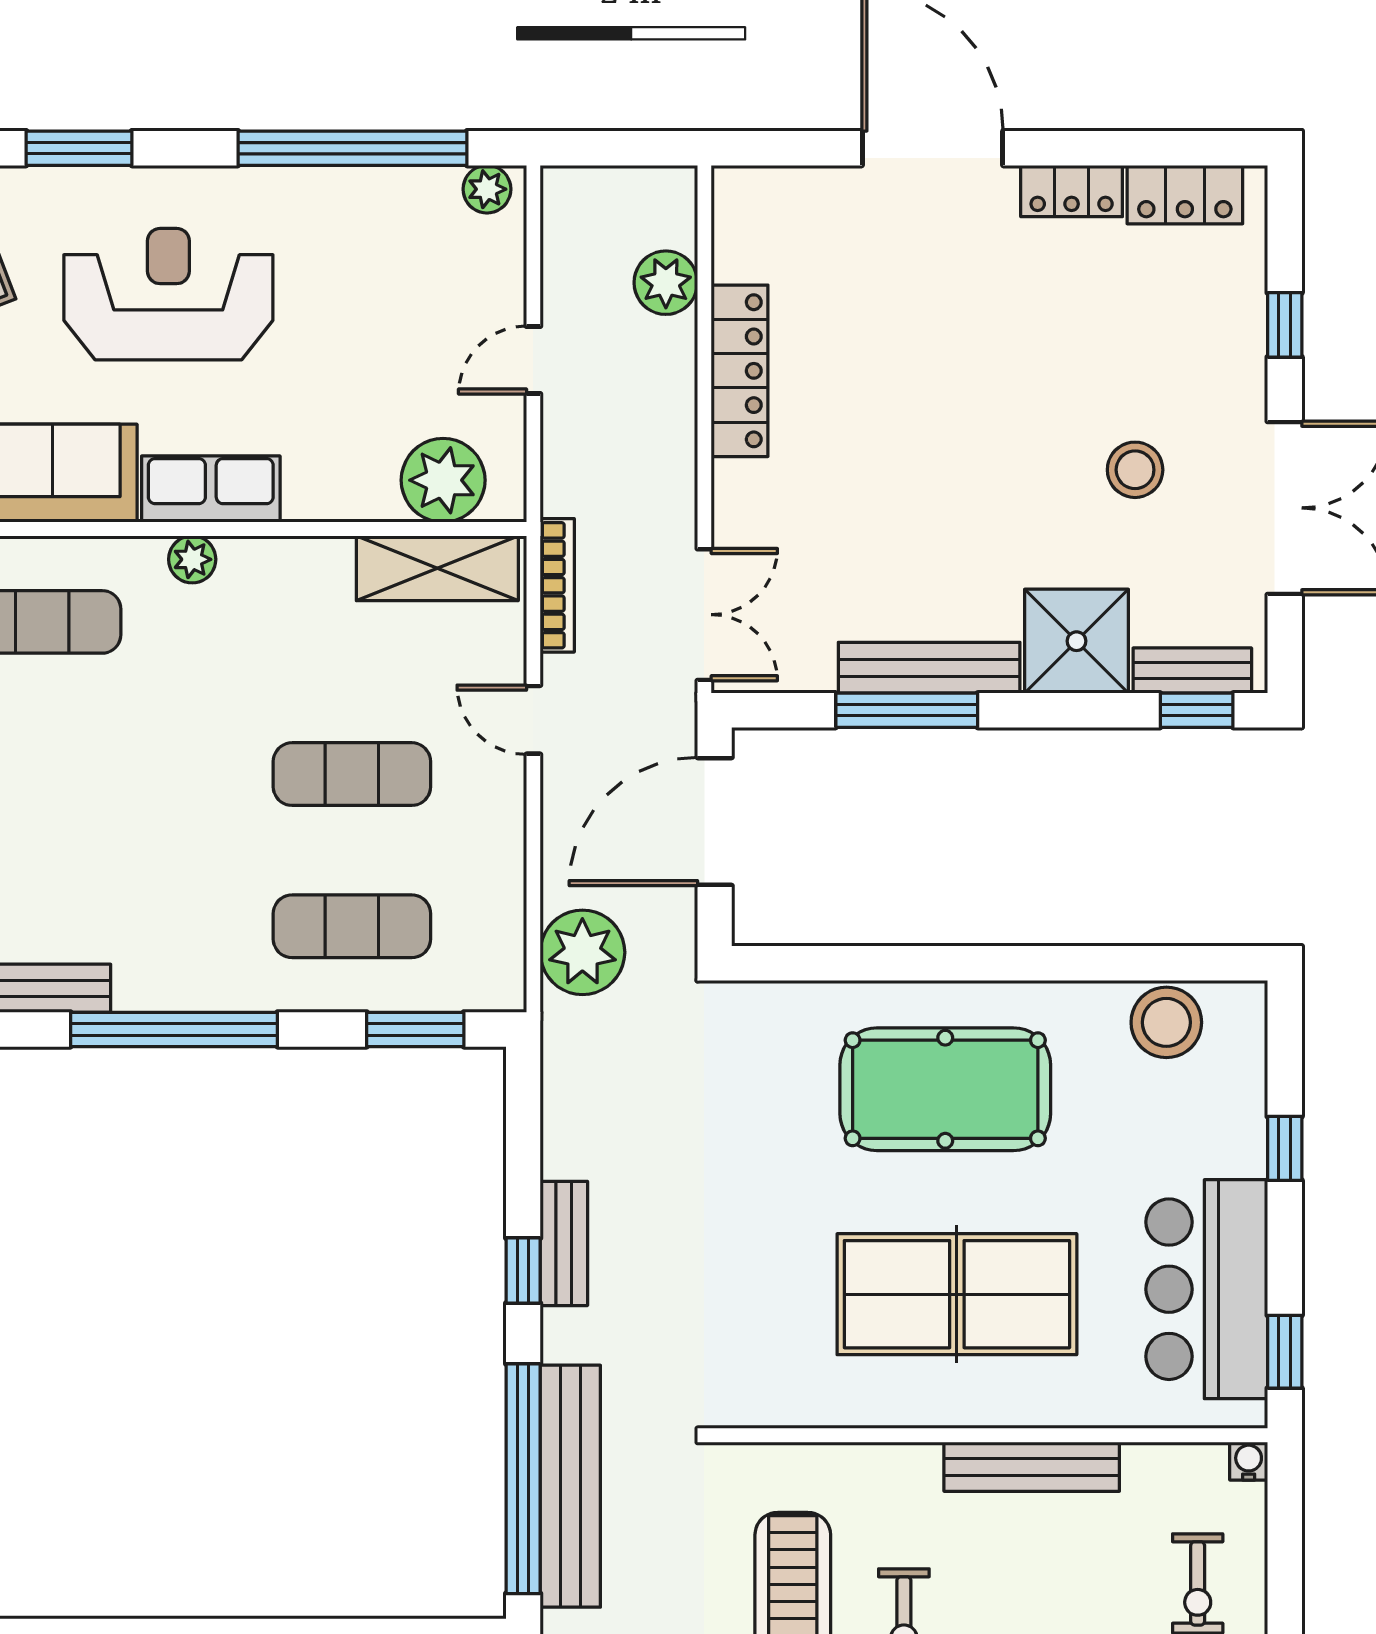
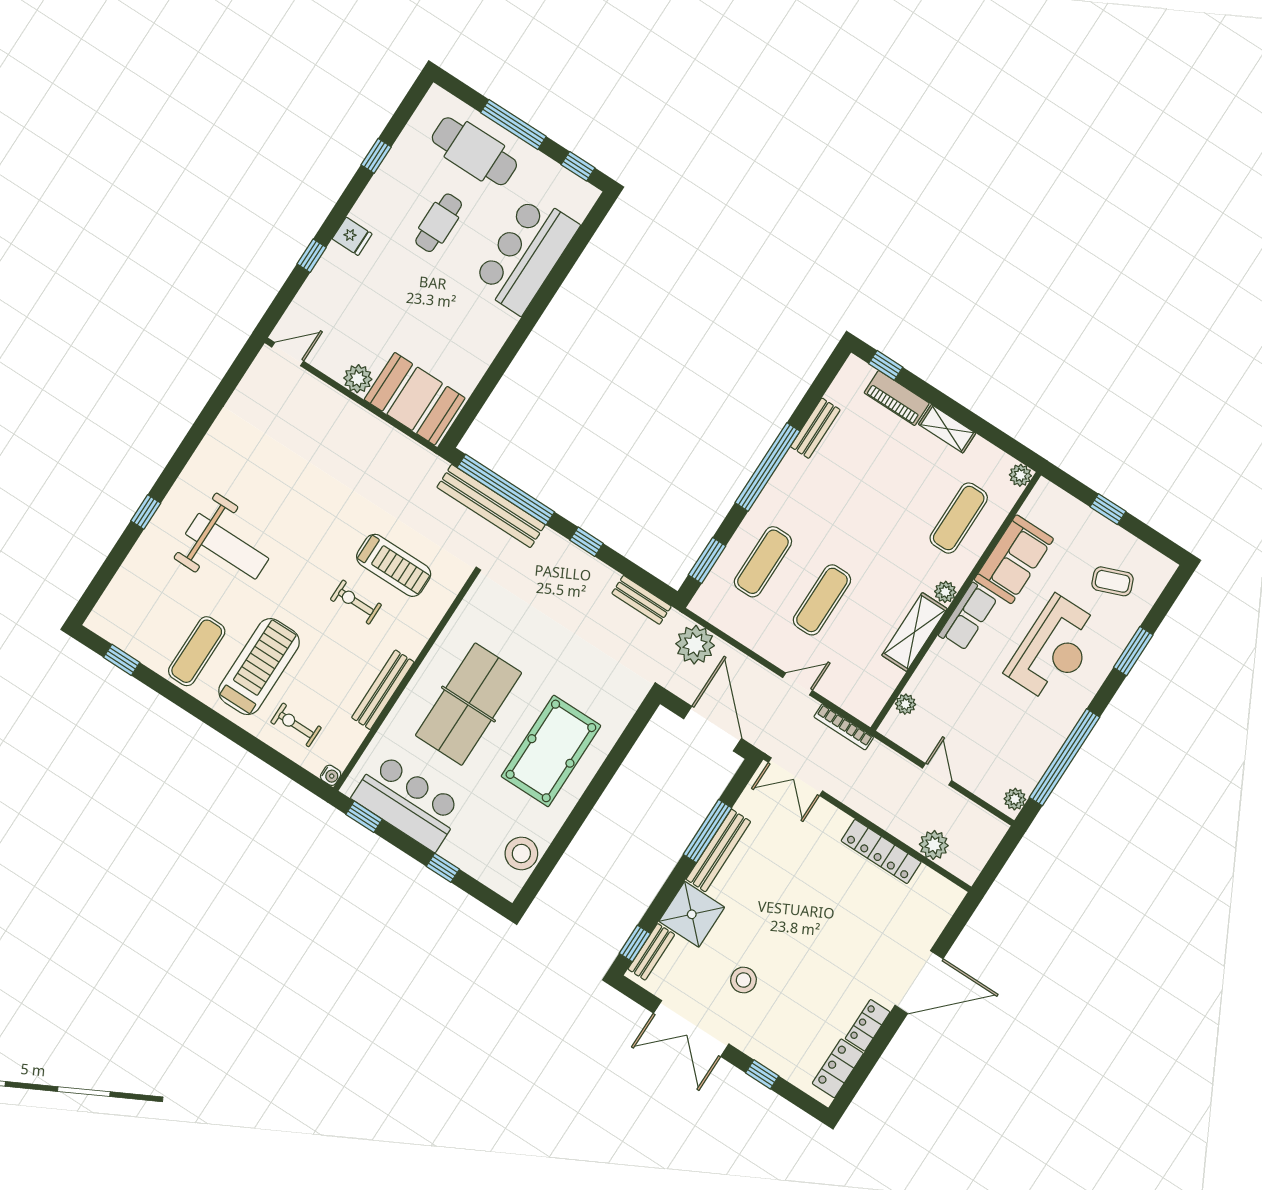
plant: (443, 480) -> (905, 704), width x0.53, depth x0.53
shelving: (437, 568) -> (914, 632), moved
bench: (564, 1243) -> (642, 600), moved

